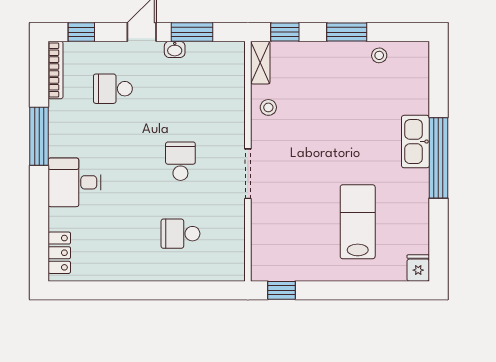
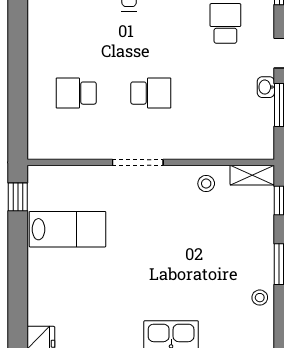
lab bench: (358, 222) -> (68, 229), moved
school desk: (180, 234) -> (76, 93), turned -90

